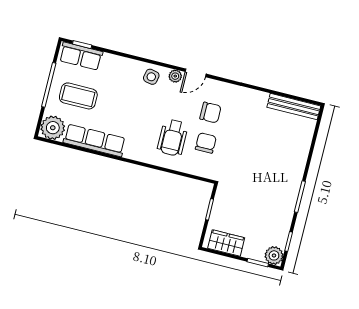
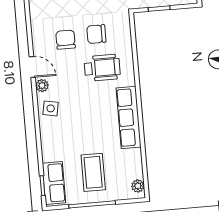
plant: (53, 128) -> (138, 186), width x0.53, depth x0.53
row of seats: (94, 140) -> (129, 118), moved

